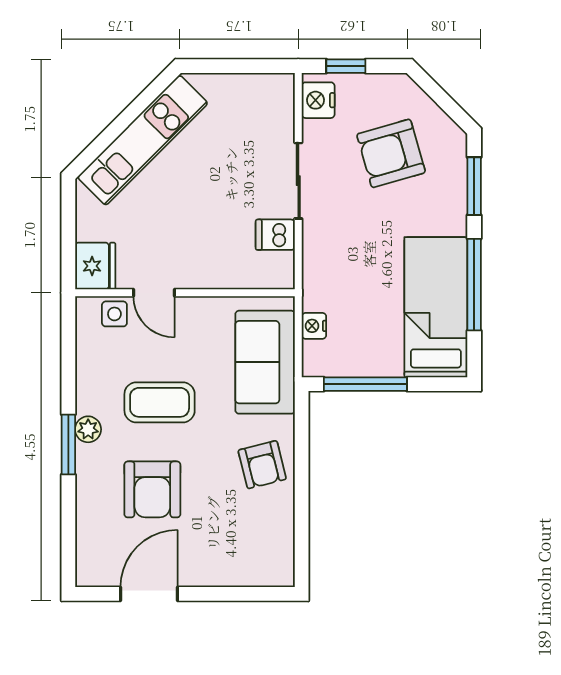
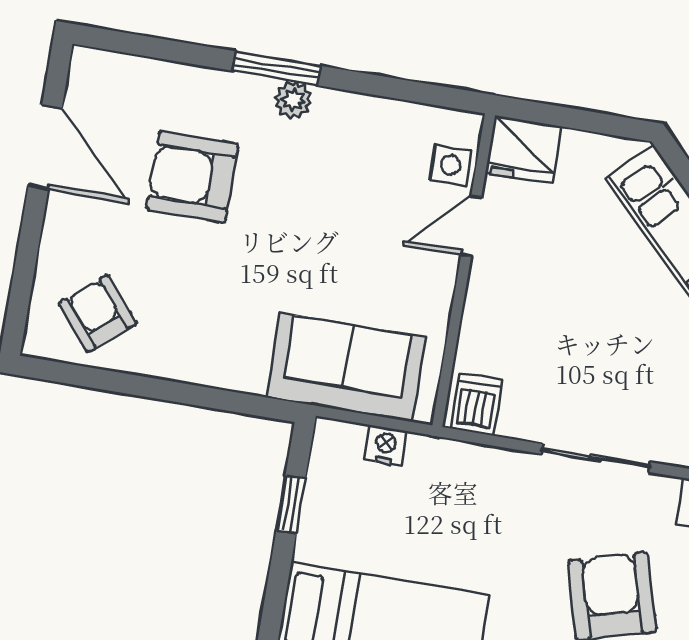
dishwasher: (275, 235) -> (476, 404), moved
window: (365, 384) -> (291, 504), width x0.46
coffee table: (160, 402) -> (314, 208), removed
armchair: (262, 465) -> (98, 314), moved, turned 64

